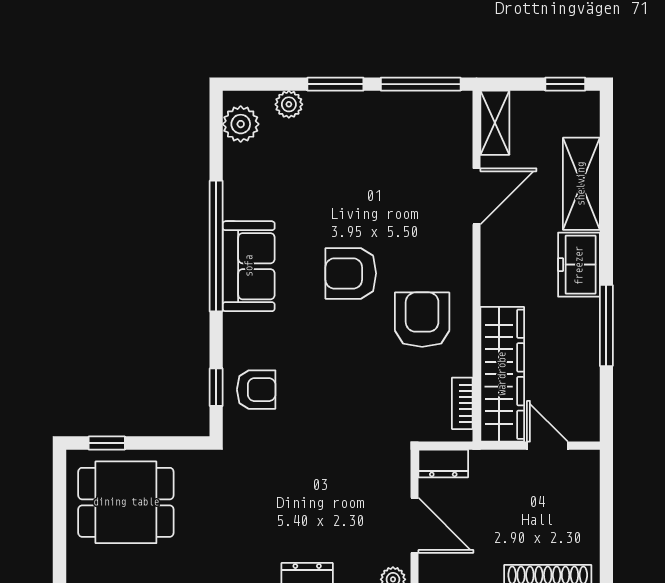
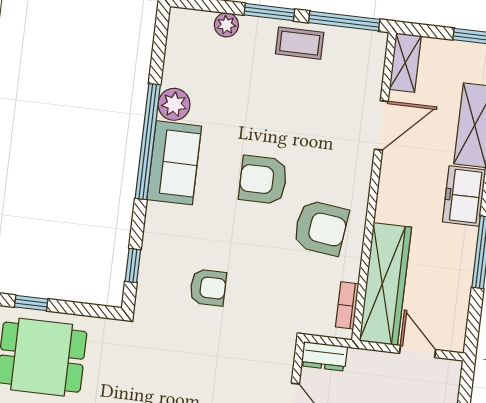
coffee table: (374, 115) -> (300, 43), added
plant: (241, 124) -> (174, 104), moved
armchair: (422, 320) -> (321, 228), turned 97
armchair: (256, 390) -> (208, 288), moved

